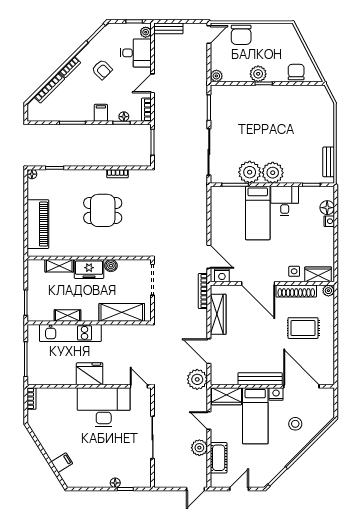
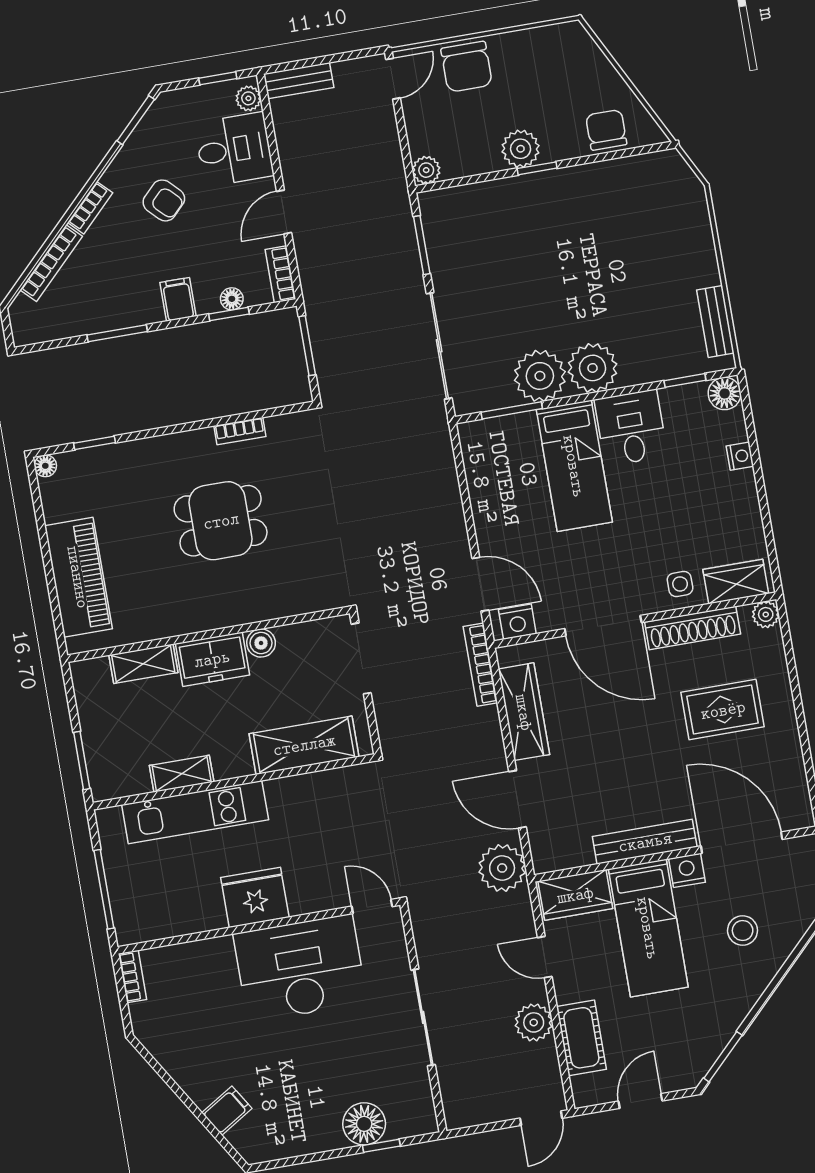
floor lamp: (327, 208) -> (725, 393), moved
floor lamp: (115, 483) -> (364, 1124), width x1.89, depth x1.89

